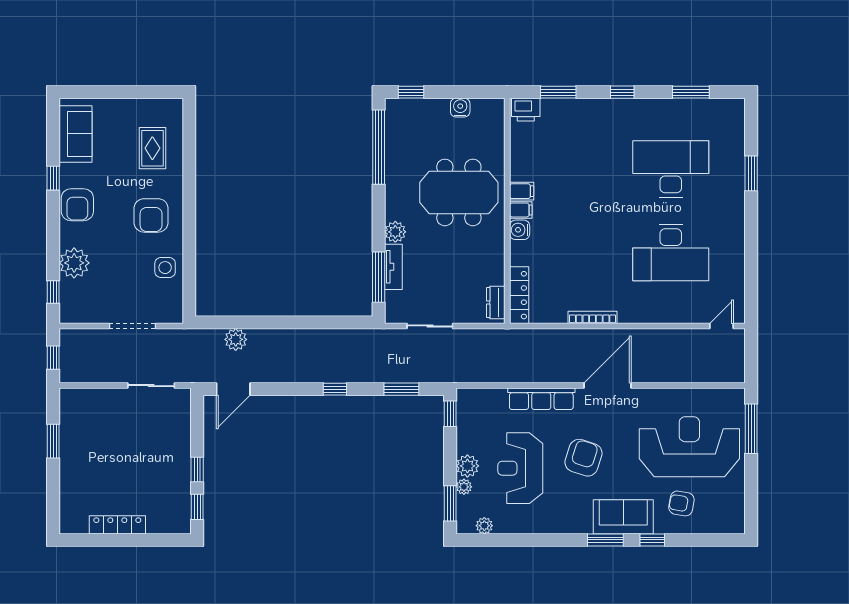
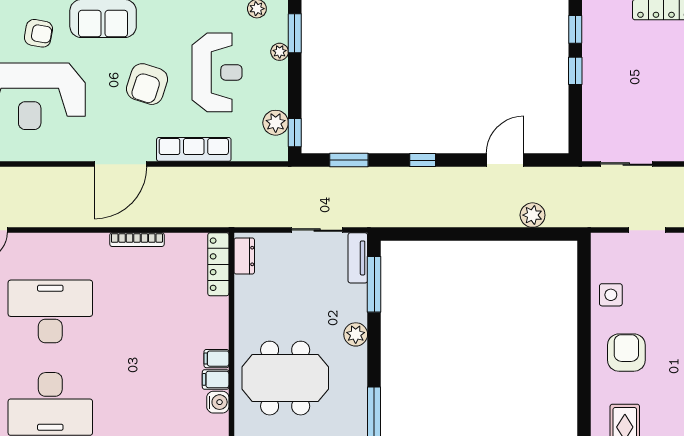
water cooler: (520, 230) -> (218, 402), moved
tv unit: (393, 267) -> (358, 258), moved
doorway: (132, 326) -> (647, 230), width x0.73
door: (233, 389) -> (505, 160), moved
plant: (467, 466) -> (276, 123), moved

